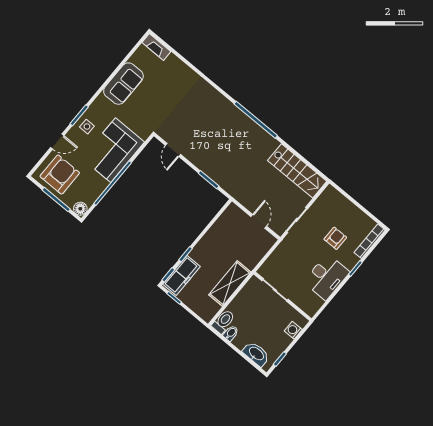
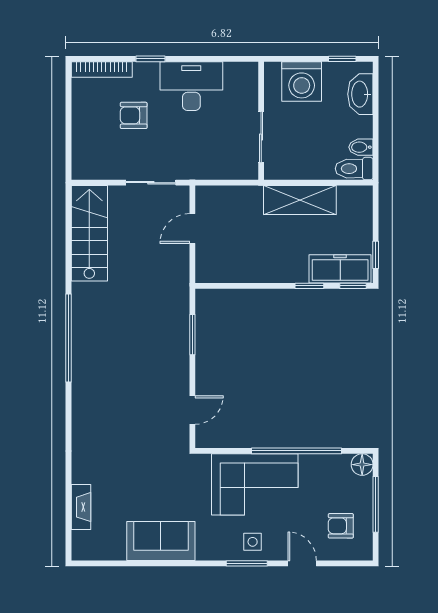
fireplace: (156, 47) -> (81, 507), moved
armchair: (60, 175) -> (341, 526), width x0.53, depth x0.53
washing machine: (293, 330) -> (302, 81), width x1.89, depth x1.89

